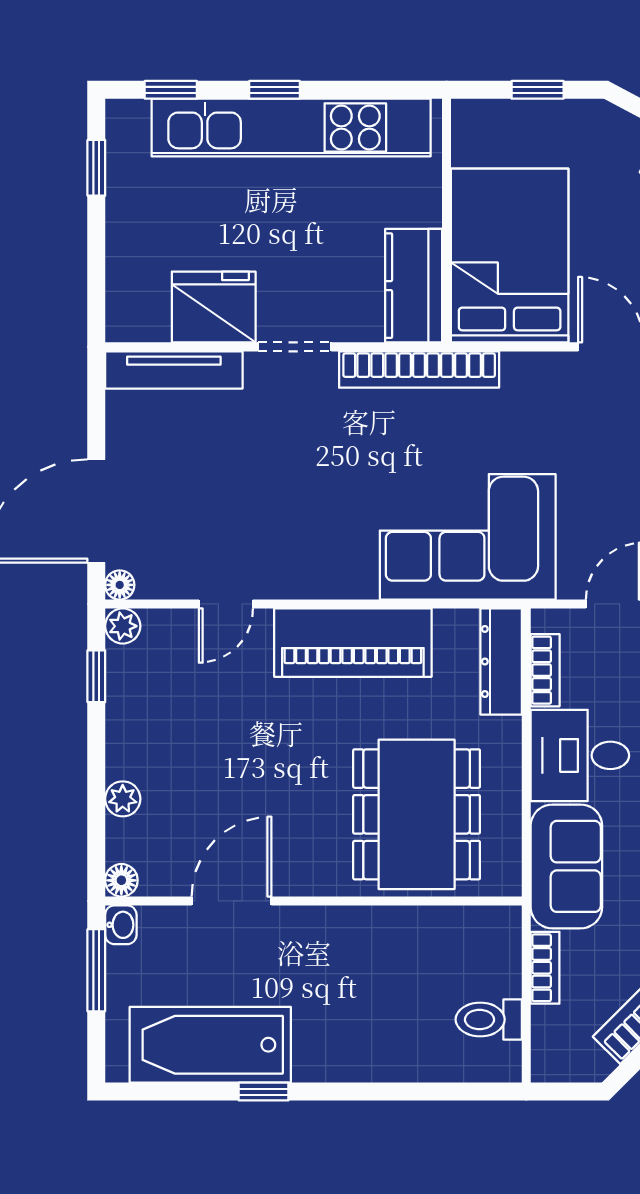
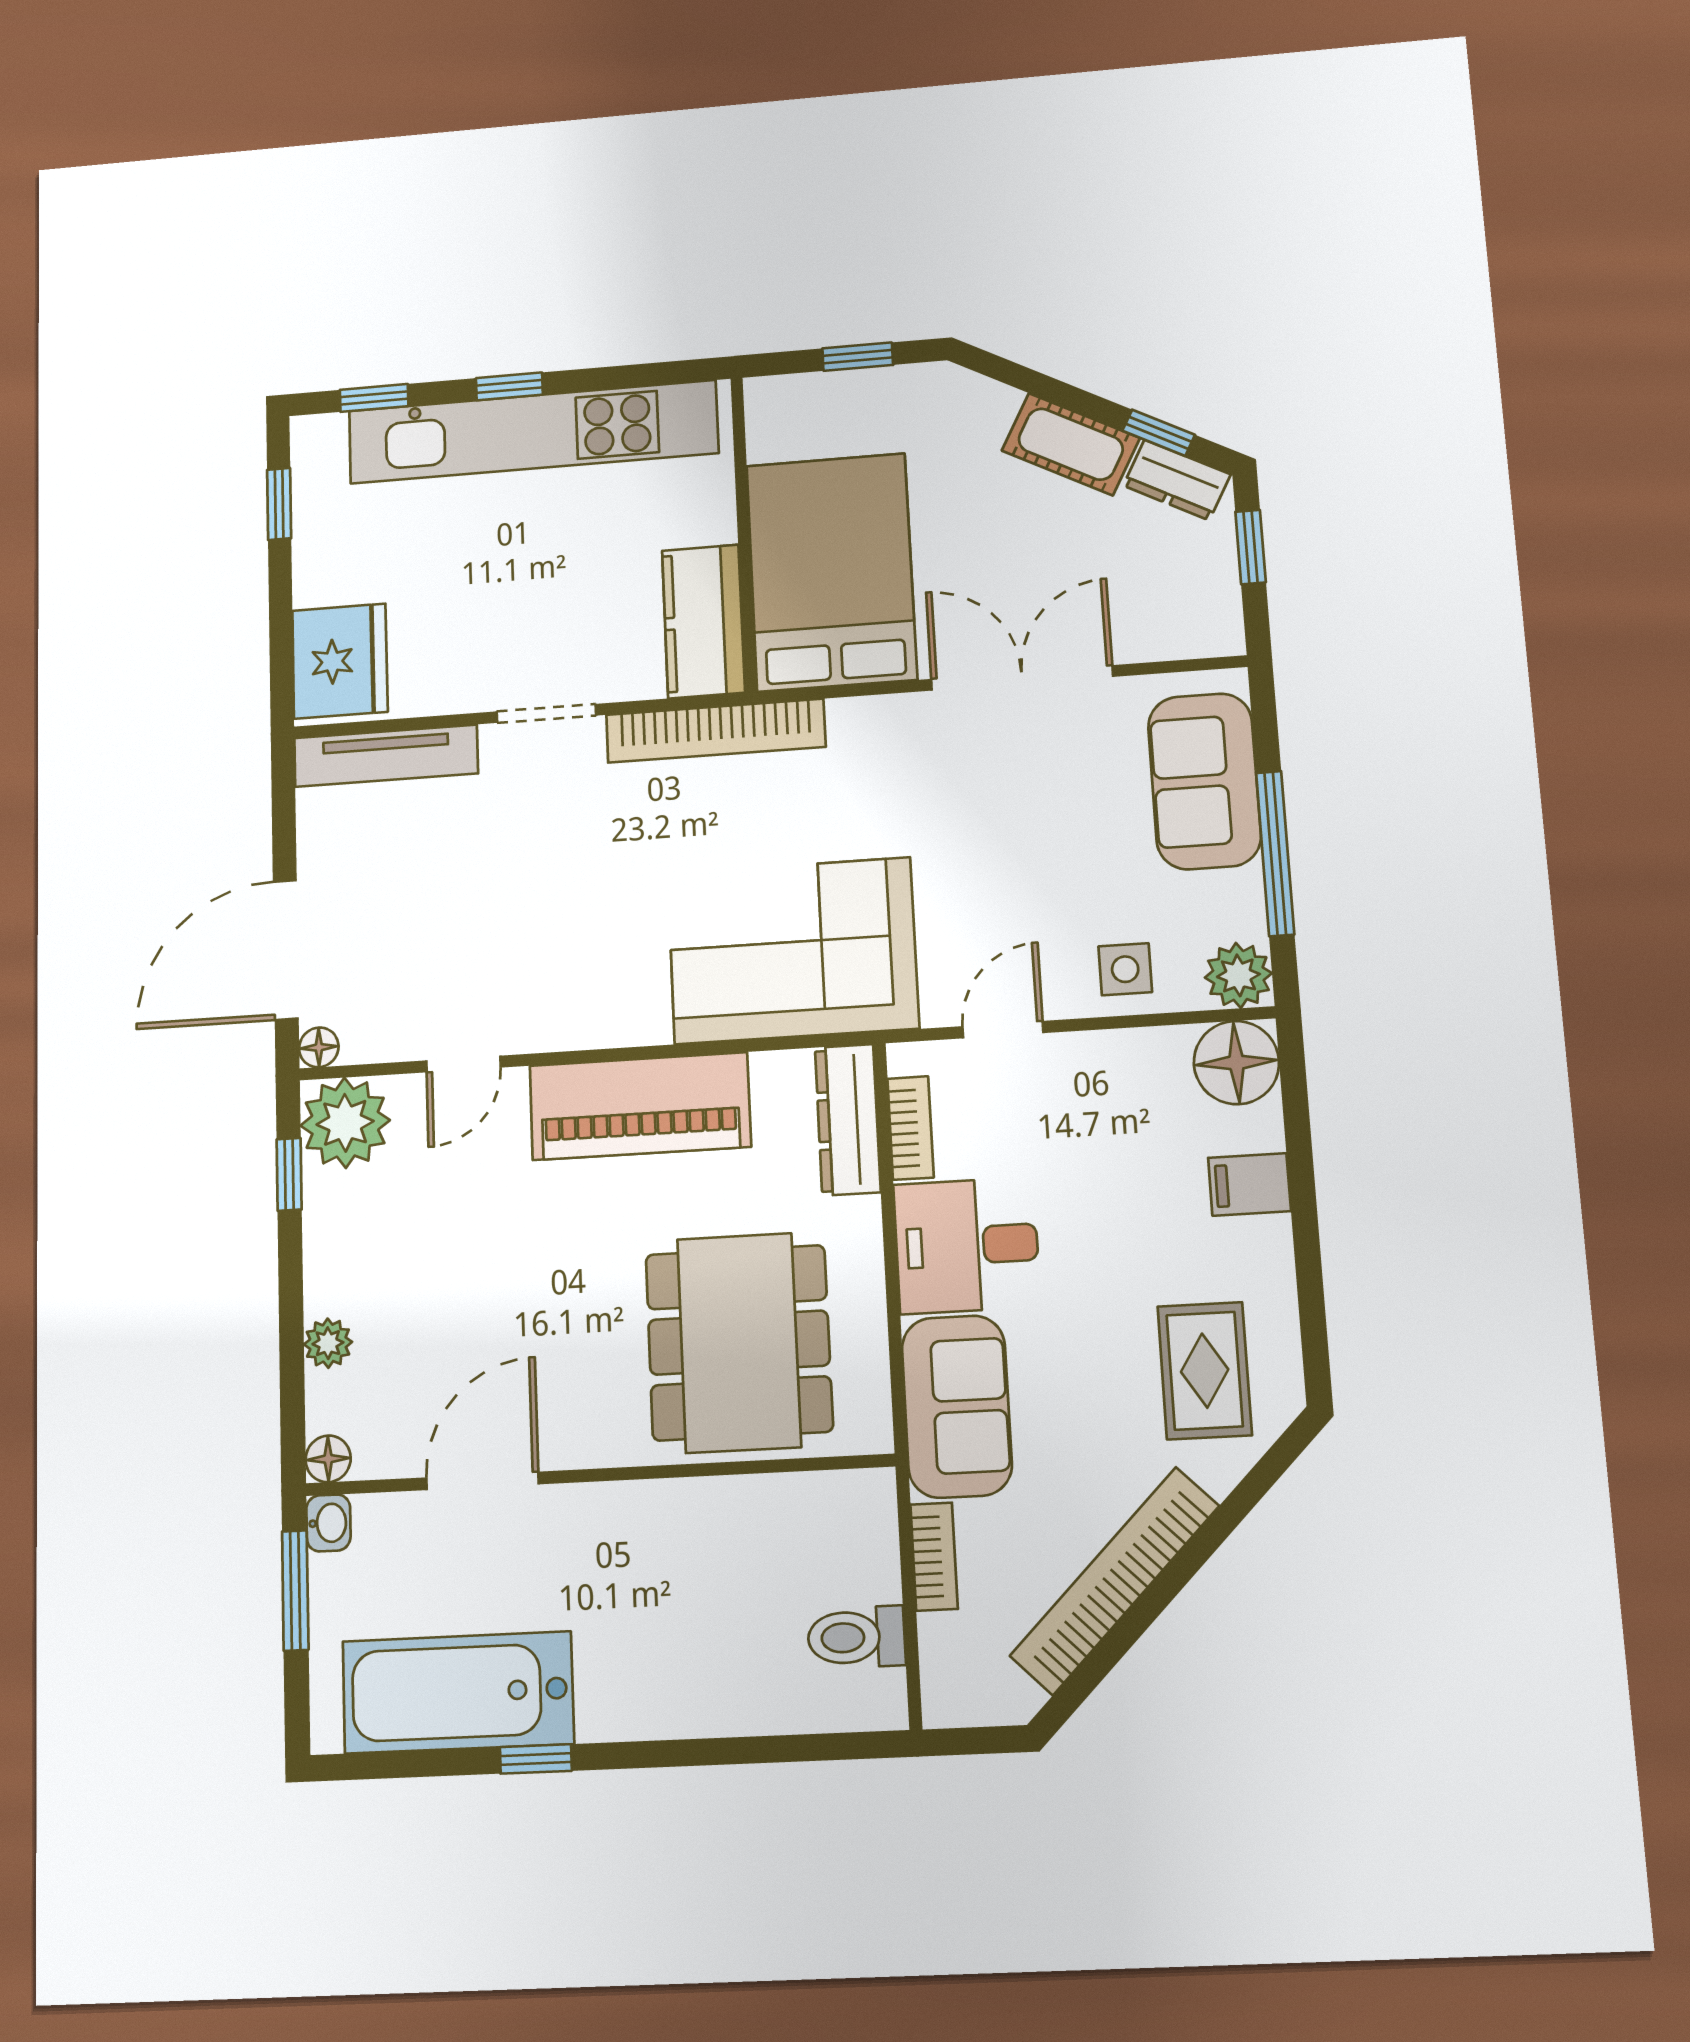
fridge: (214, 307) -> (340, 661), moved, turned 90
plant: (123, 626) -> (345, 1123), width x1.88, depth x1.88

